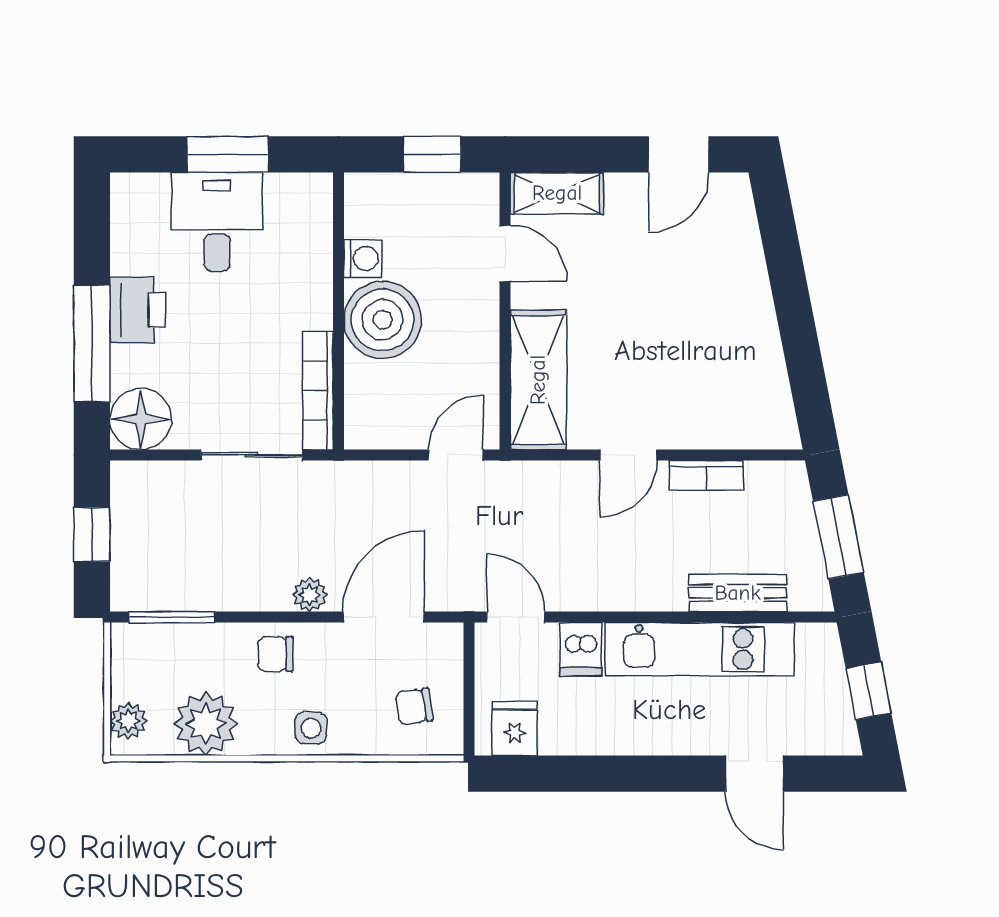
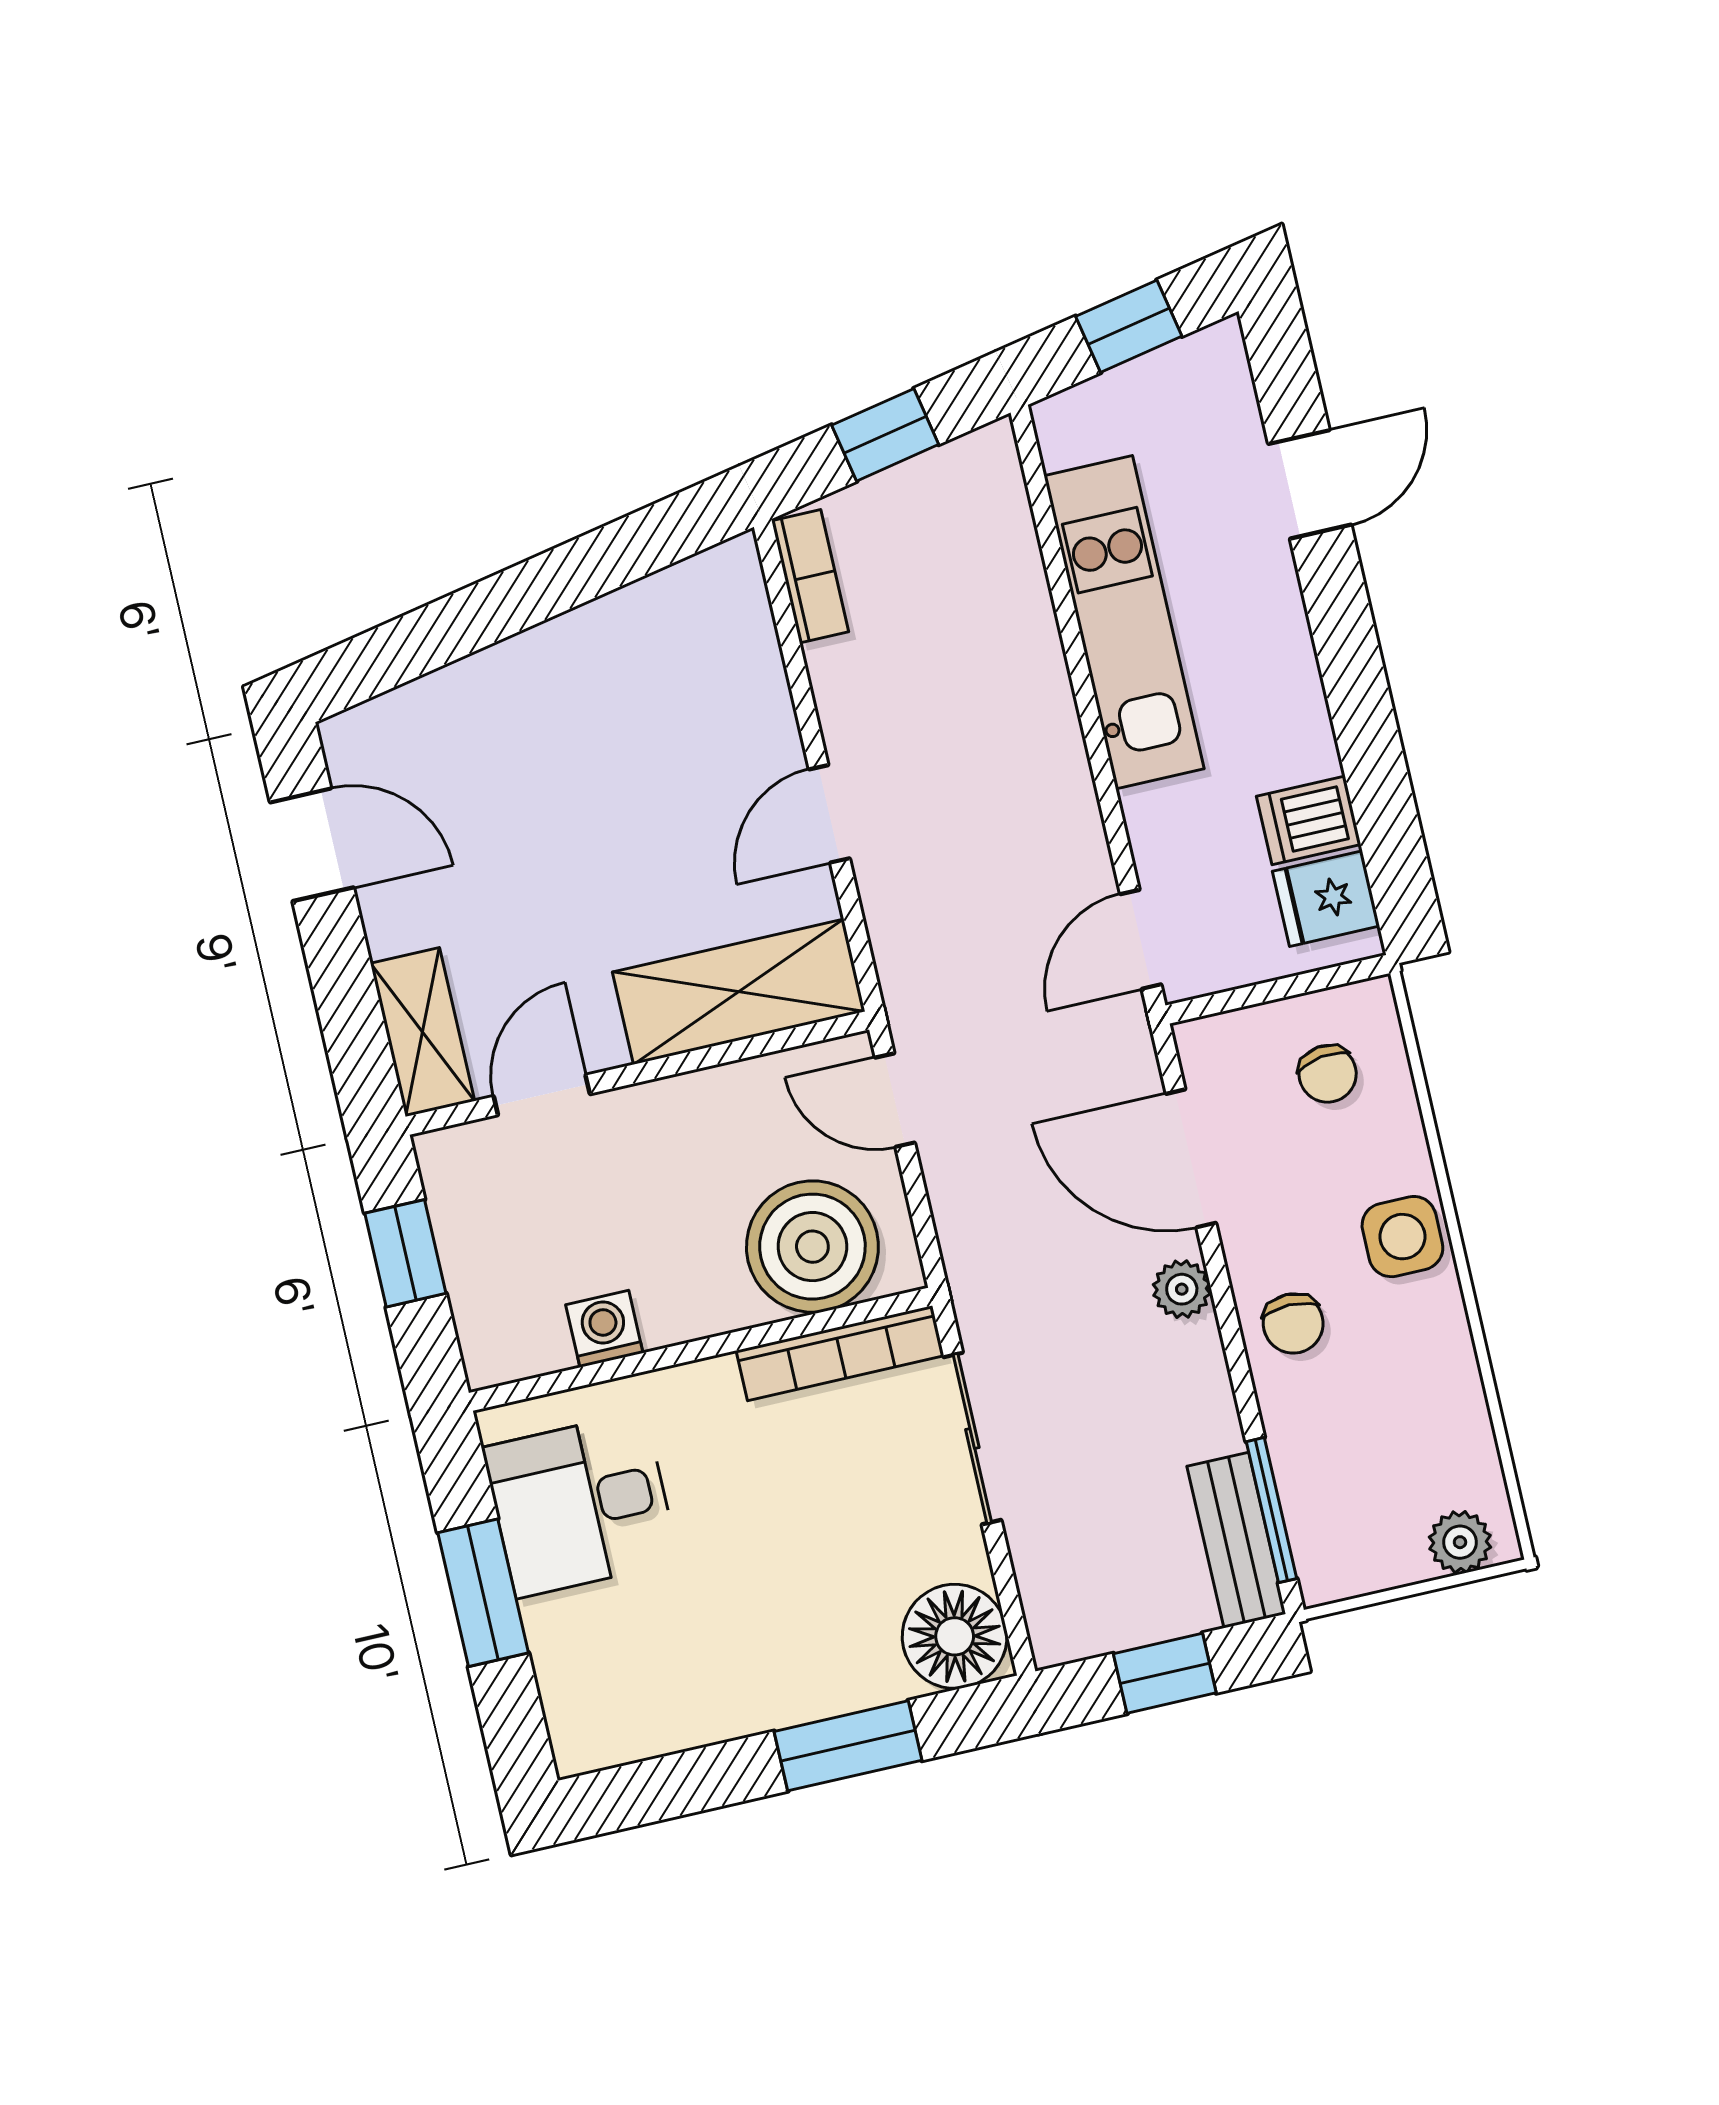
desk: (217, 222) -> (581, 1505), moved
printer: (137, 310) -> (775, 1683), removed
boiler: (383, 320) -> (812, 1247), moved
window: (92, 344) -> (848, 1746), width x0.69
door: (628, 455) -> (829, 814), swing flipped
bookcase: (706, 475) -> (810, 576), moved
window: (838, 537) -> (885, 435), width x0.67
bench: (738, 593) -> (1236, 1540), moved
dishwasher: (581, 649) -> (1309, 820), moved, turned 180
plant: (206, 724) -> (1435, 1413), removed
side table: (311, 728) -> (1402, 1237), width x1.37, depth x1.37

